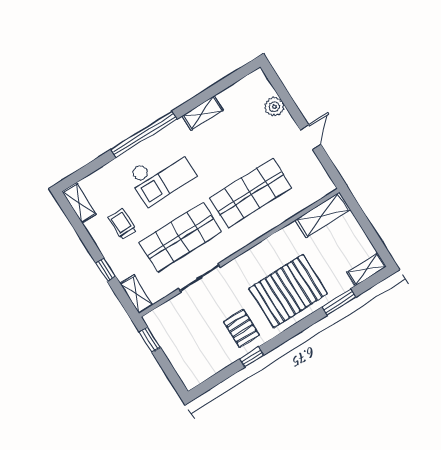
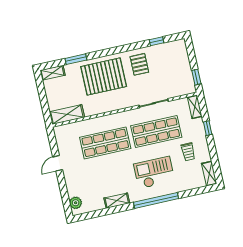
plant: (274, 107) -> (76, 203), moved
window: (252, 357) -> (157, 41), moved

